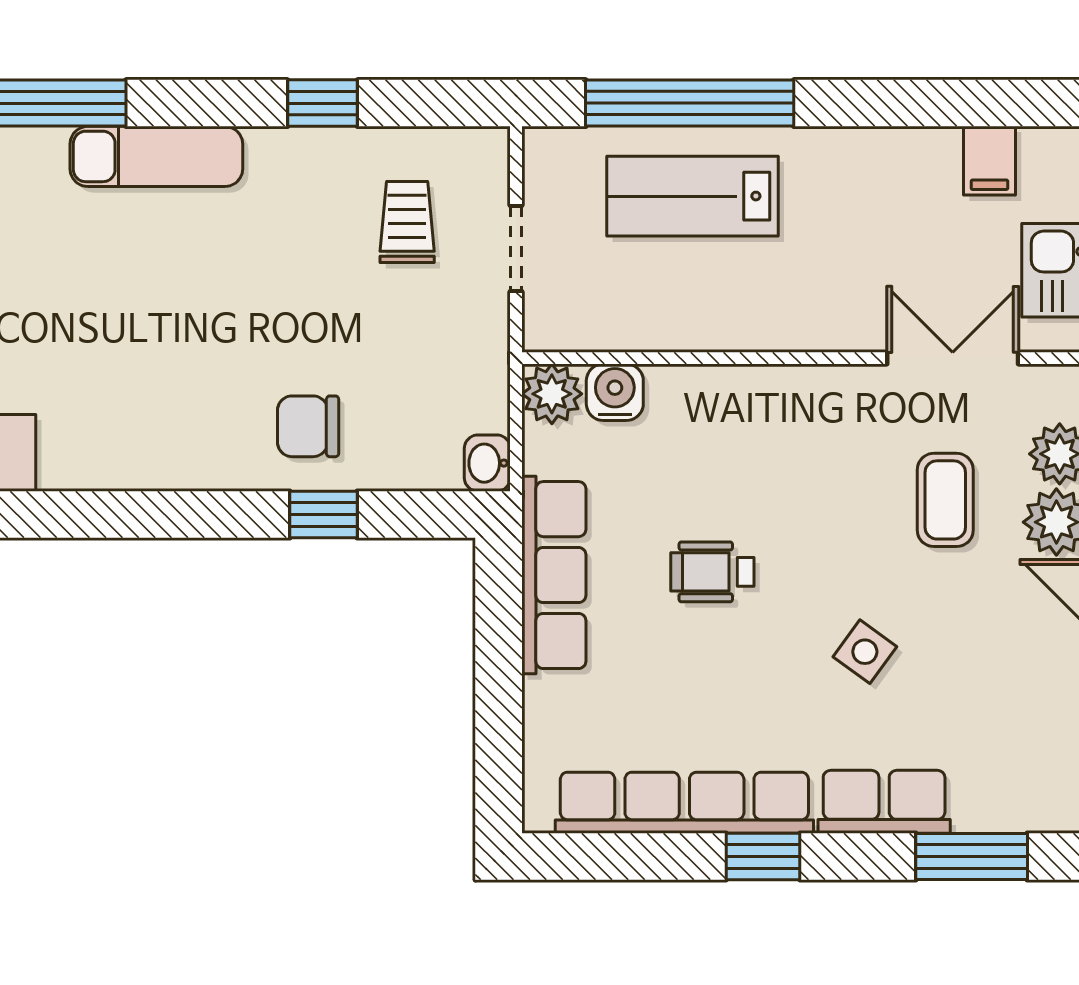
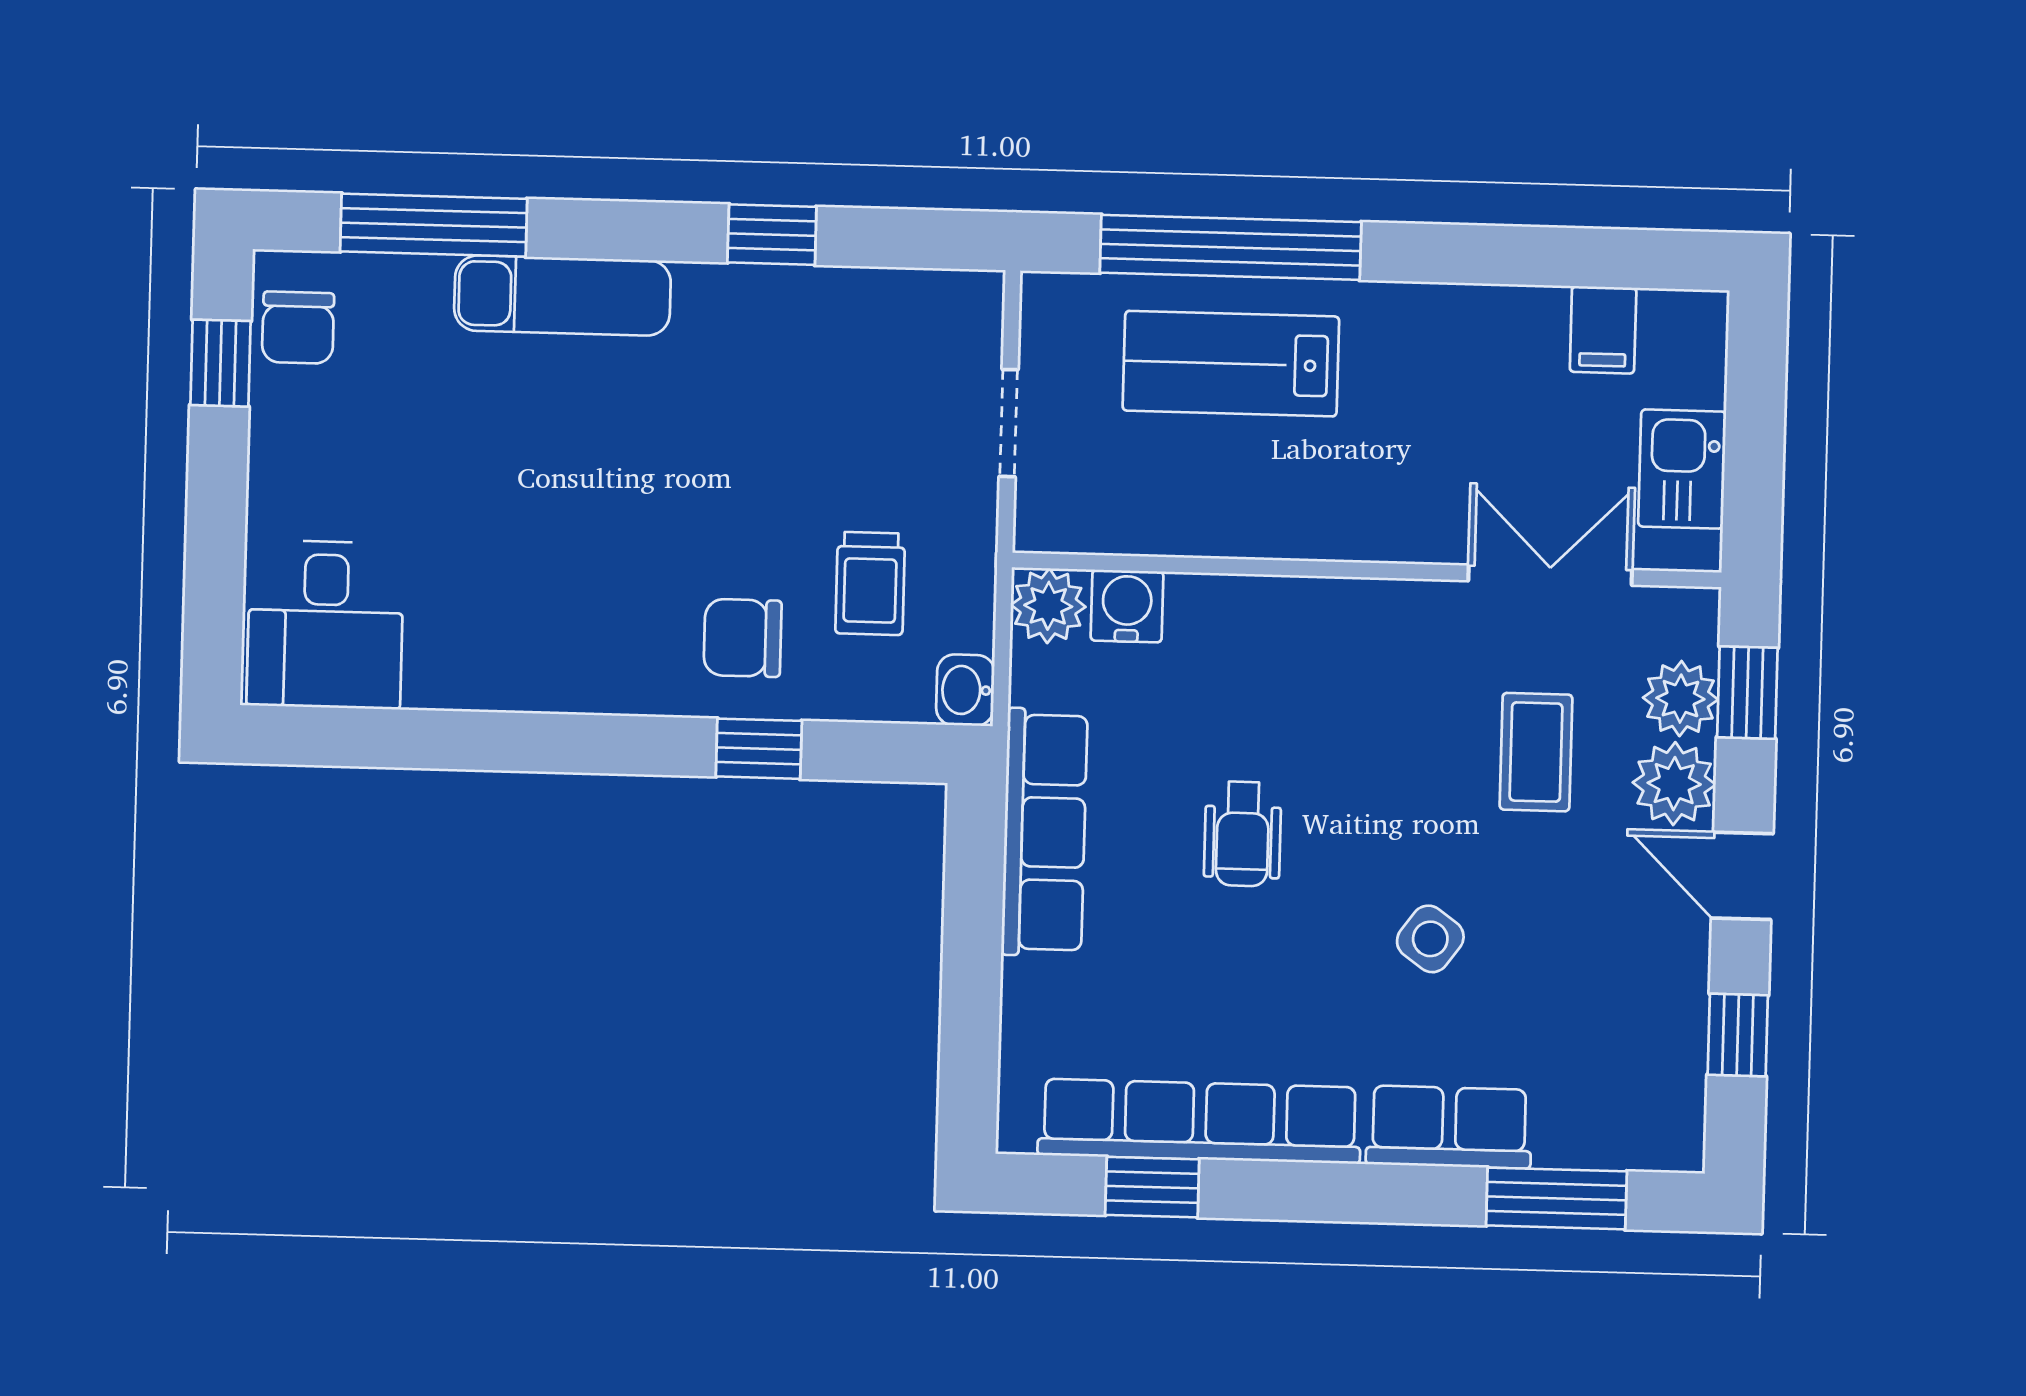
trolley: (407, 222) -> (870, 583), moved, turned 180
wheelchair: (712, 572) -> (1243, 834), turned -90
window: (763, 856) -> (1152, 1187), moved

